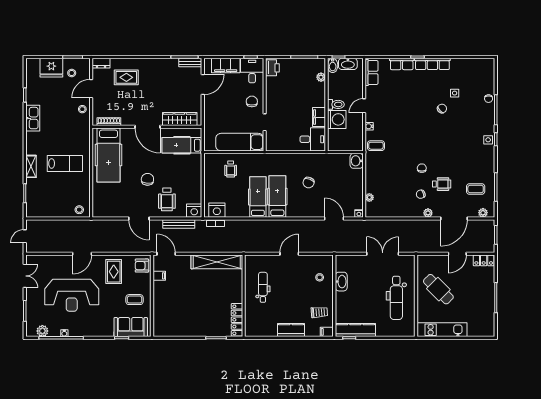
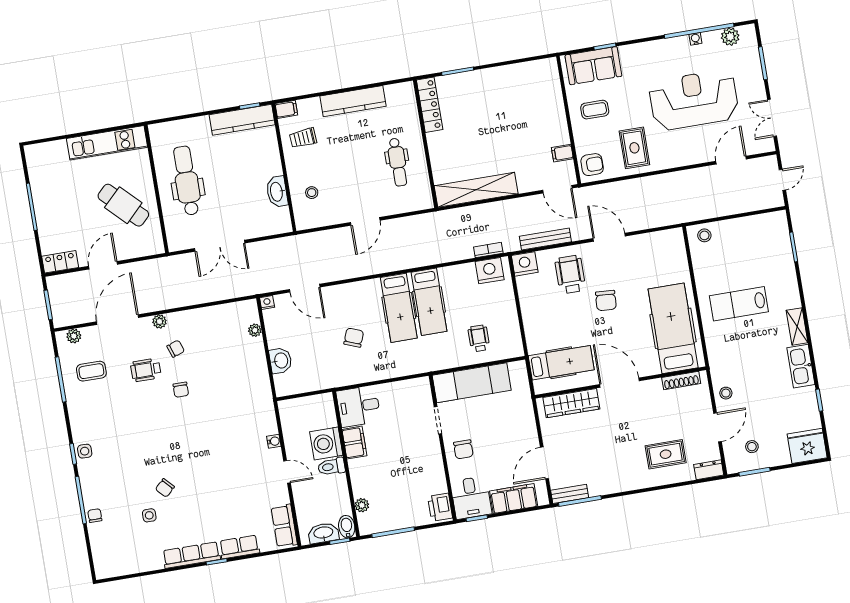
fridge: (51, 68) -> (807, 446), moved
door: (364, 106) -> (287, 472), hinge flipped
coffee table: (376, 146) -> (258, 413), removed
washbasin: (357, 161) -> (281, 361), moved
shelving: (31, 166) -> (797, 326), moved
door: (82, 254) -> (731, 160), moved
kitchen counter: (291, 330) -> (353, 101), width x1.50

